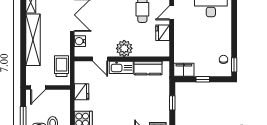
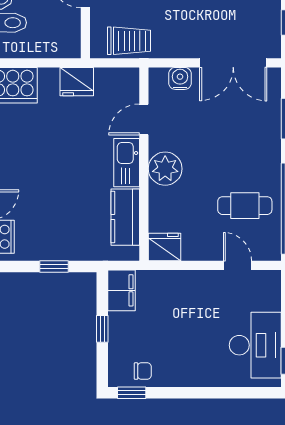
fridge: (163, 33) -> (164, 247), moved

